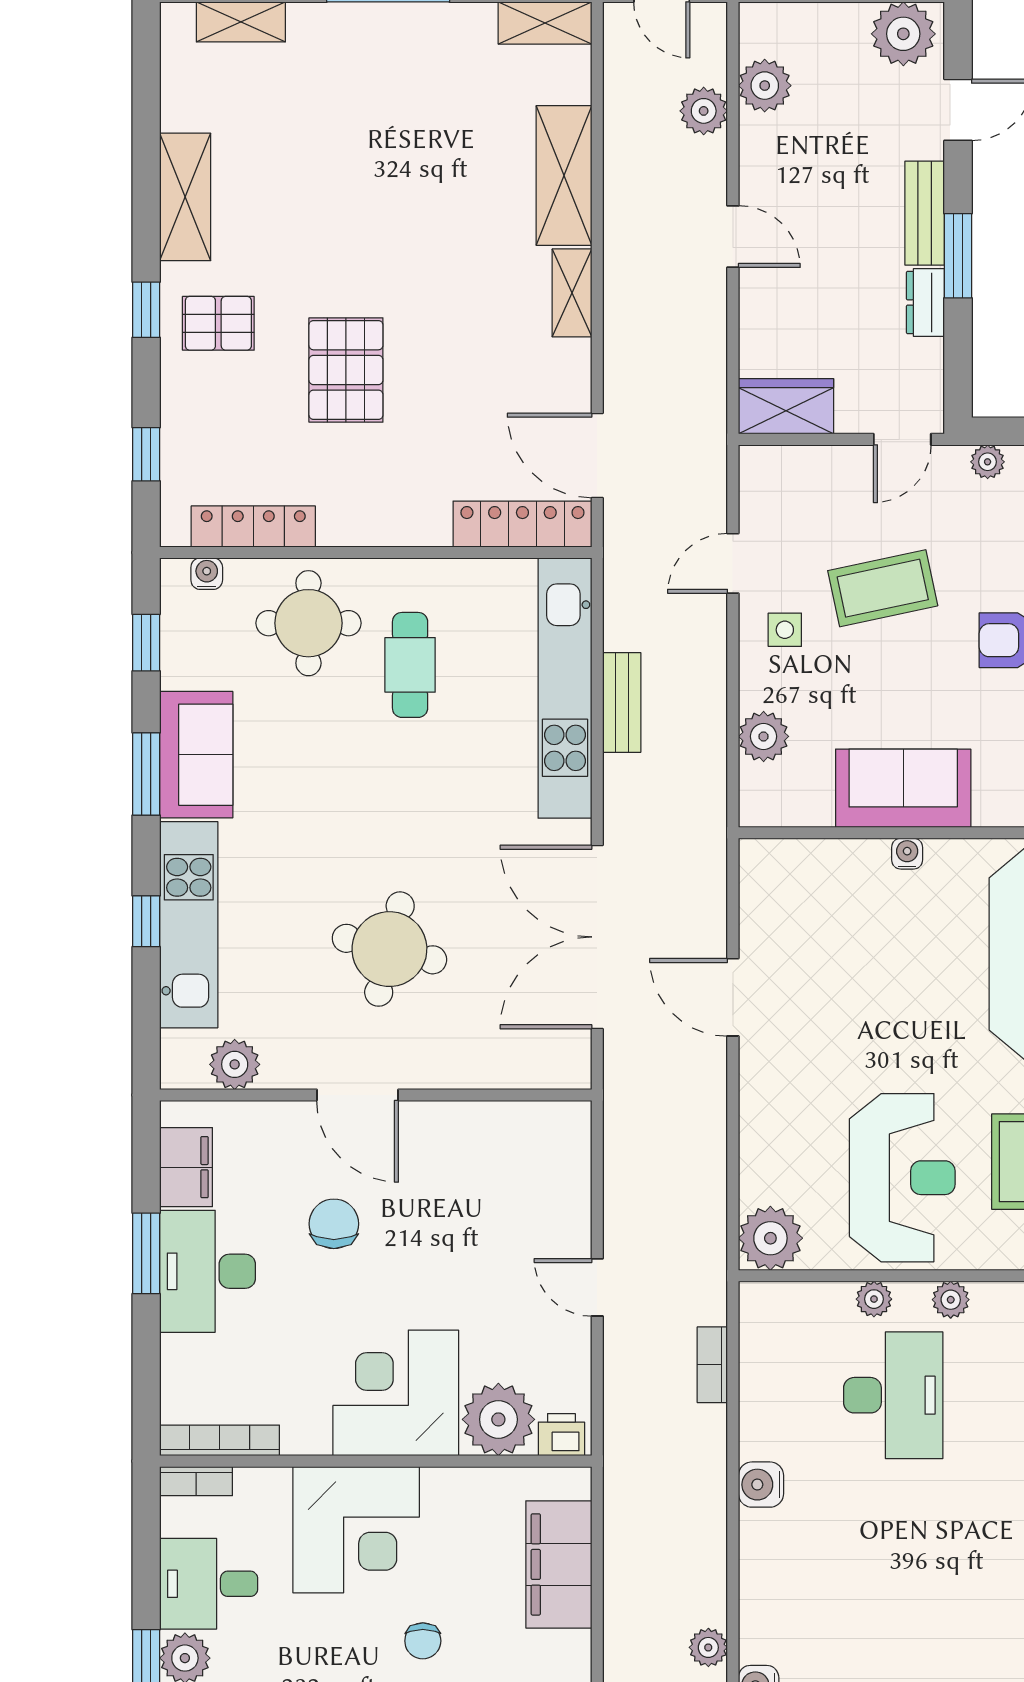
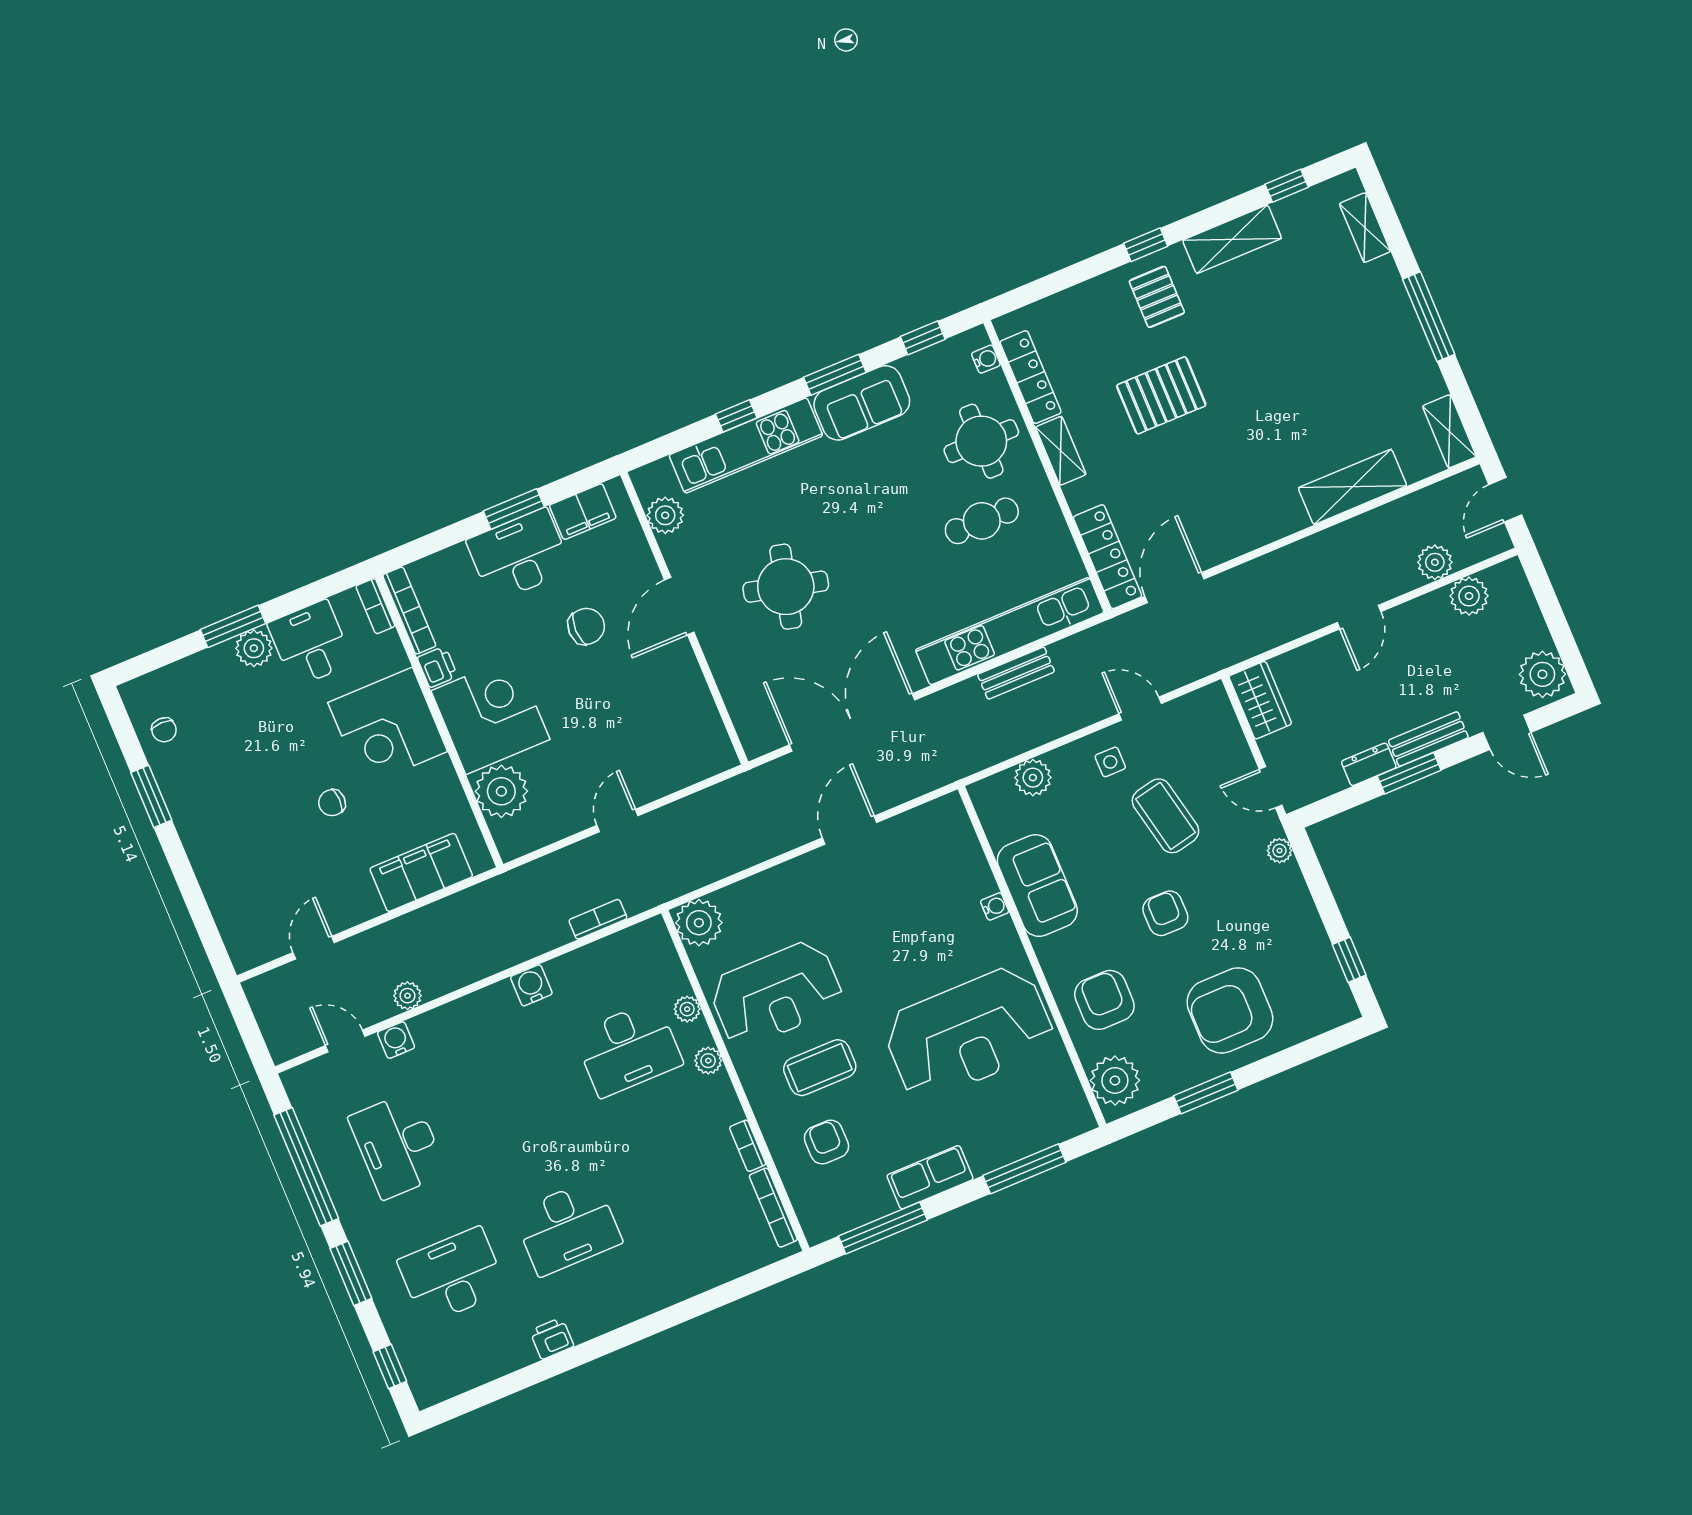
shelving: (572, 293) -> (1061, 451), moved, turned 90
window: (146, 454) -> (1287, 186), moved
printer: (561, 1435) -> (437, 667), moved

